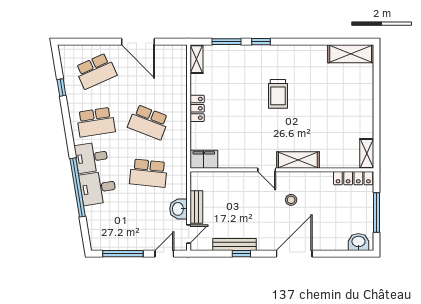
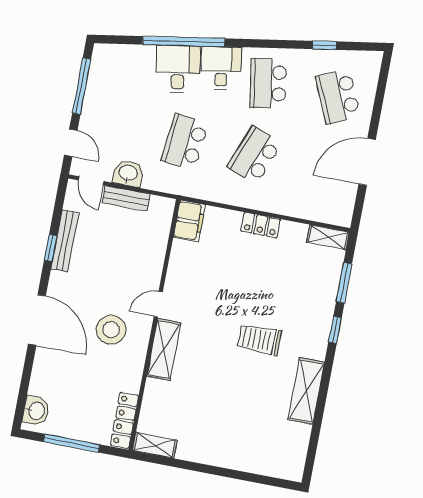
shelving: (351, 54) -> (306, 391), moved
stool: (291, 200) -> (111, 330), width x1.89, depth x1.89

